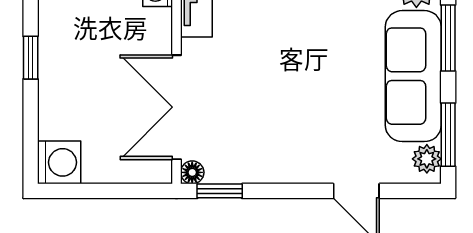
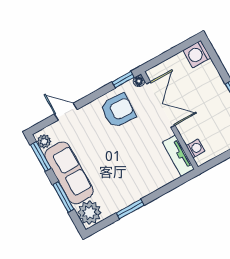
armchair: (260, 140) -> (118, 111), added

